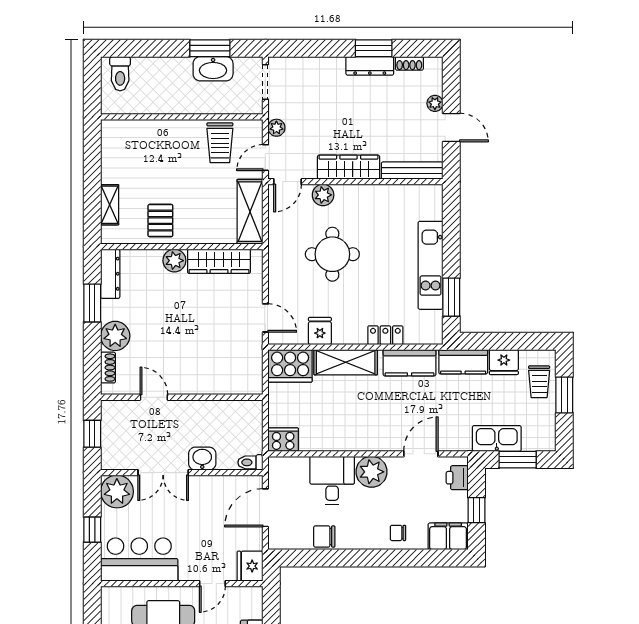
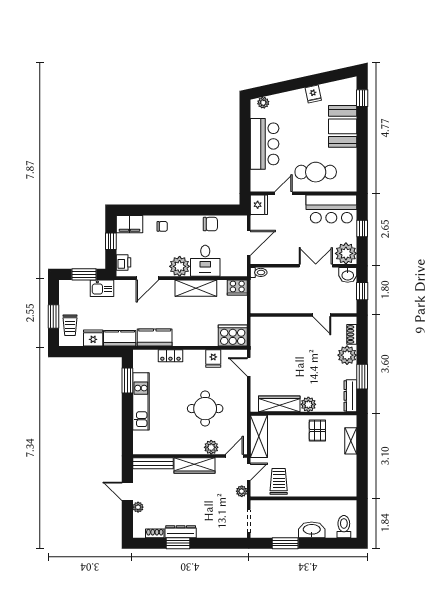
washbasin: (213, 69) -> (312, 530), moved
shelving: (346, 362) -> (196, 288), moved
trolley: (539, 382) -> (70, 325), turned 180
kitchen sink: (497, 438) -> (102, 288), width x0.73
washbasin: (202, 459) -> (348, 275), moved

